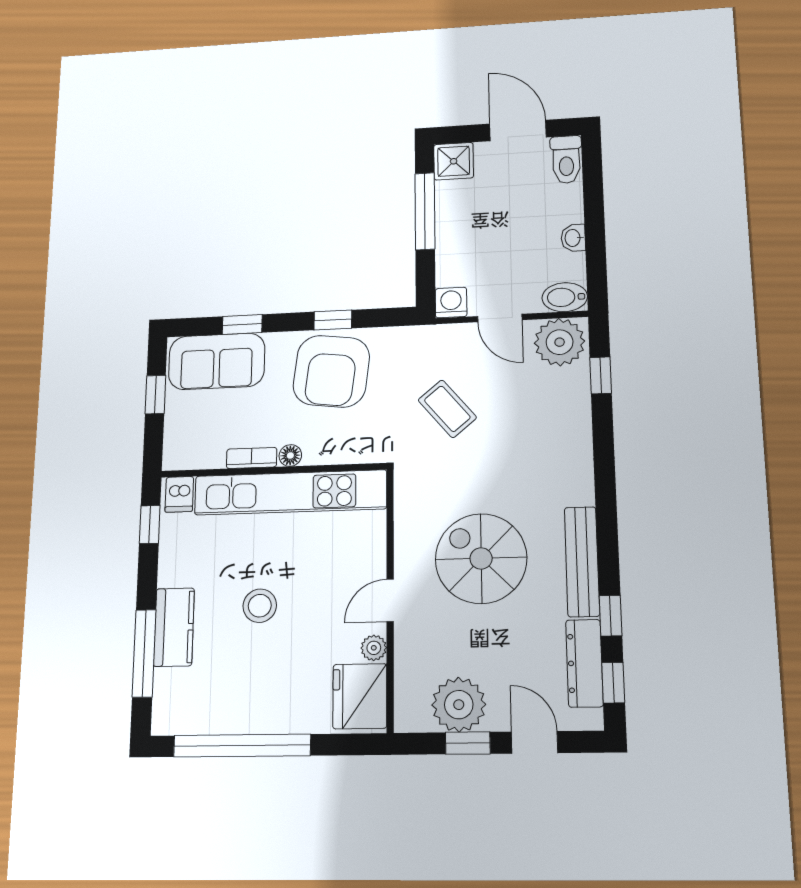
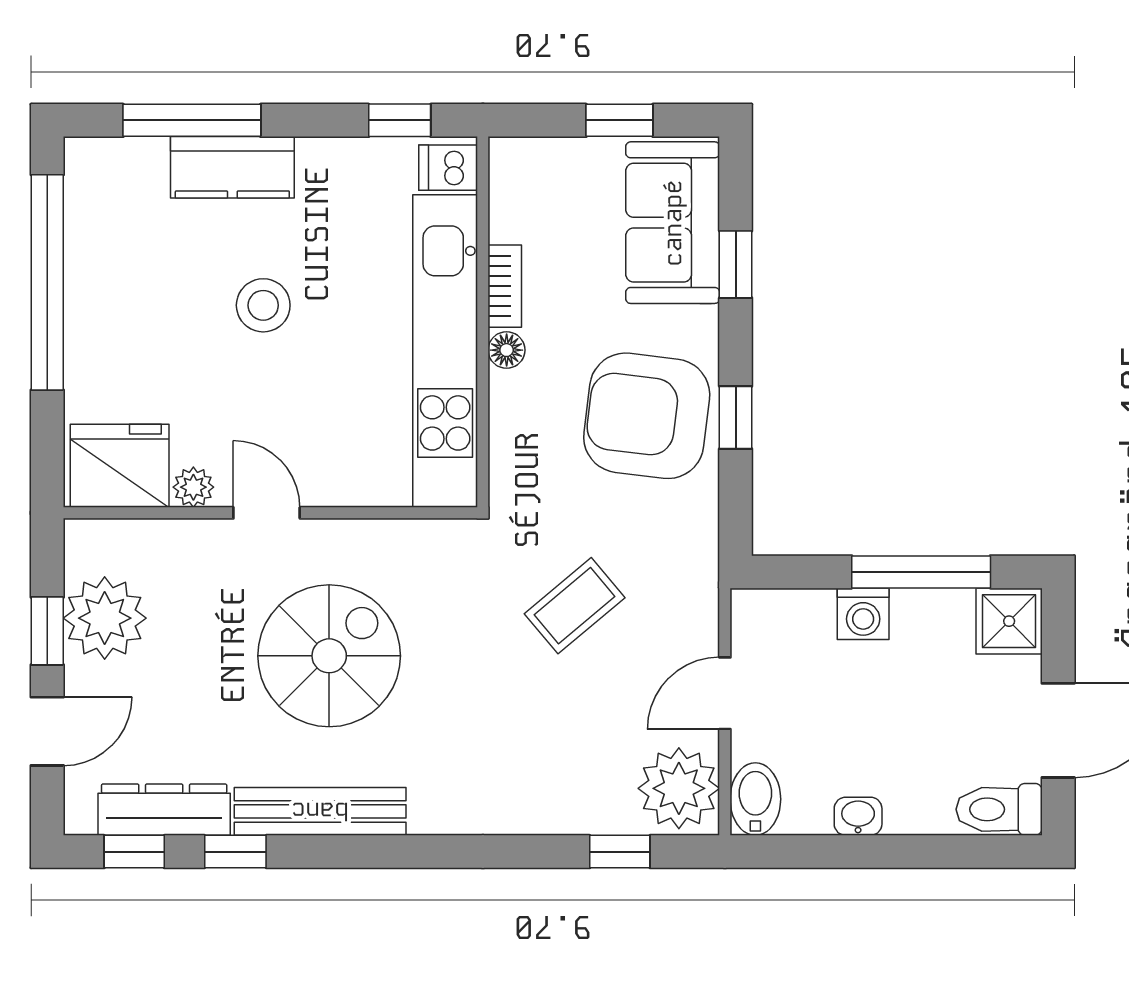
washing machine: (451, 303) -> (863, 614), moved, turned 90

